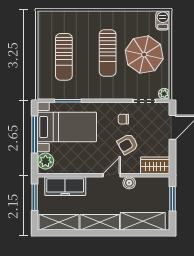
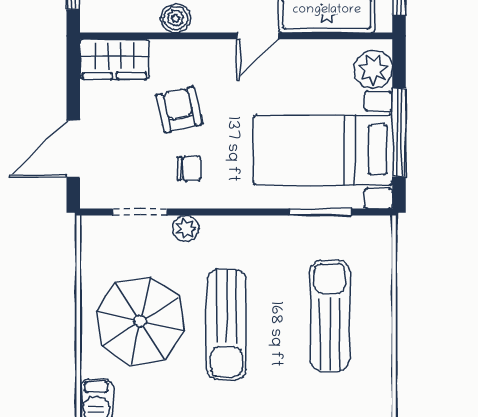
sun lounger: (108, 53) -> (226, 325), turned 180
plant: (164, 94) -> (186, 228), moved
armchair: (128, 144) -> (179, 109), turned -73
door: (112, 175) -> (258, 36), moved

